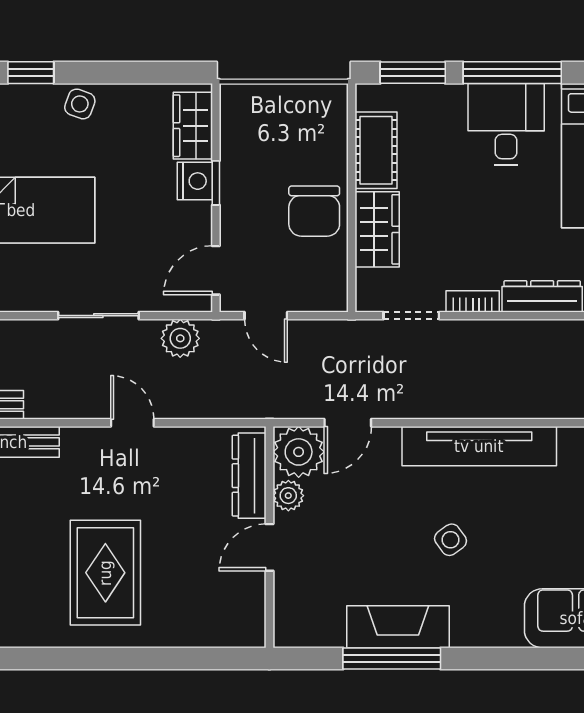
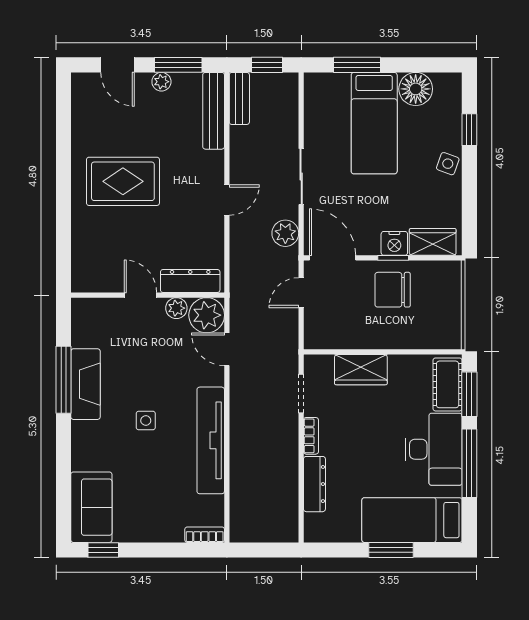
desk: (506, 124) -> (434, 449), width x1.37
cot: (376, 150) -> (448, 384), moved, turned 90
chair: (314, 211) -> (393, 290), moved
door: (216, 270) -> (333, 258), width x1.38
side table: (451, 540) -> (146, 421), turned 36

